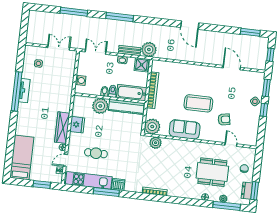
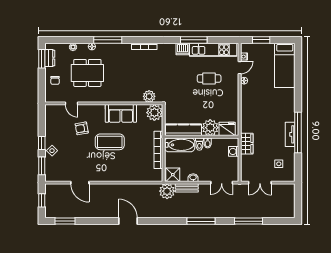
fridge: (77, 125) -> (227, 129), moved, turned 90
wardrobe: (62, 128) -> (247, 144), moved, width x0.67
window: (227, 206) -> (108, 40), moved

